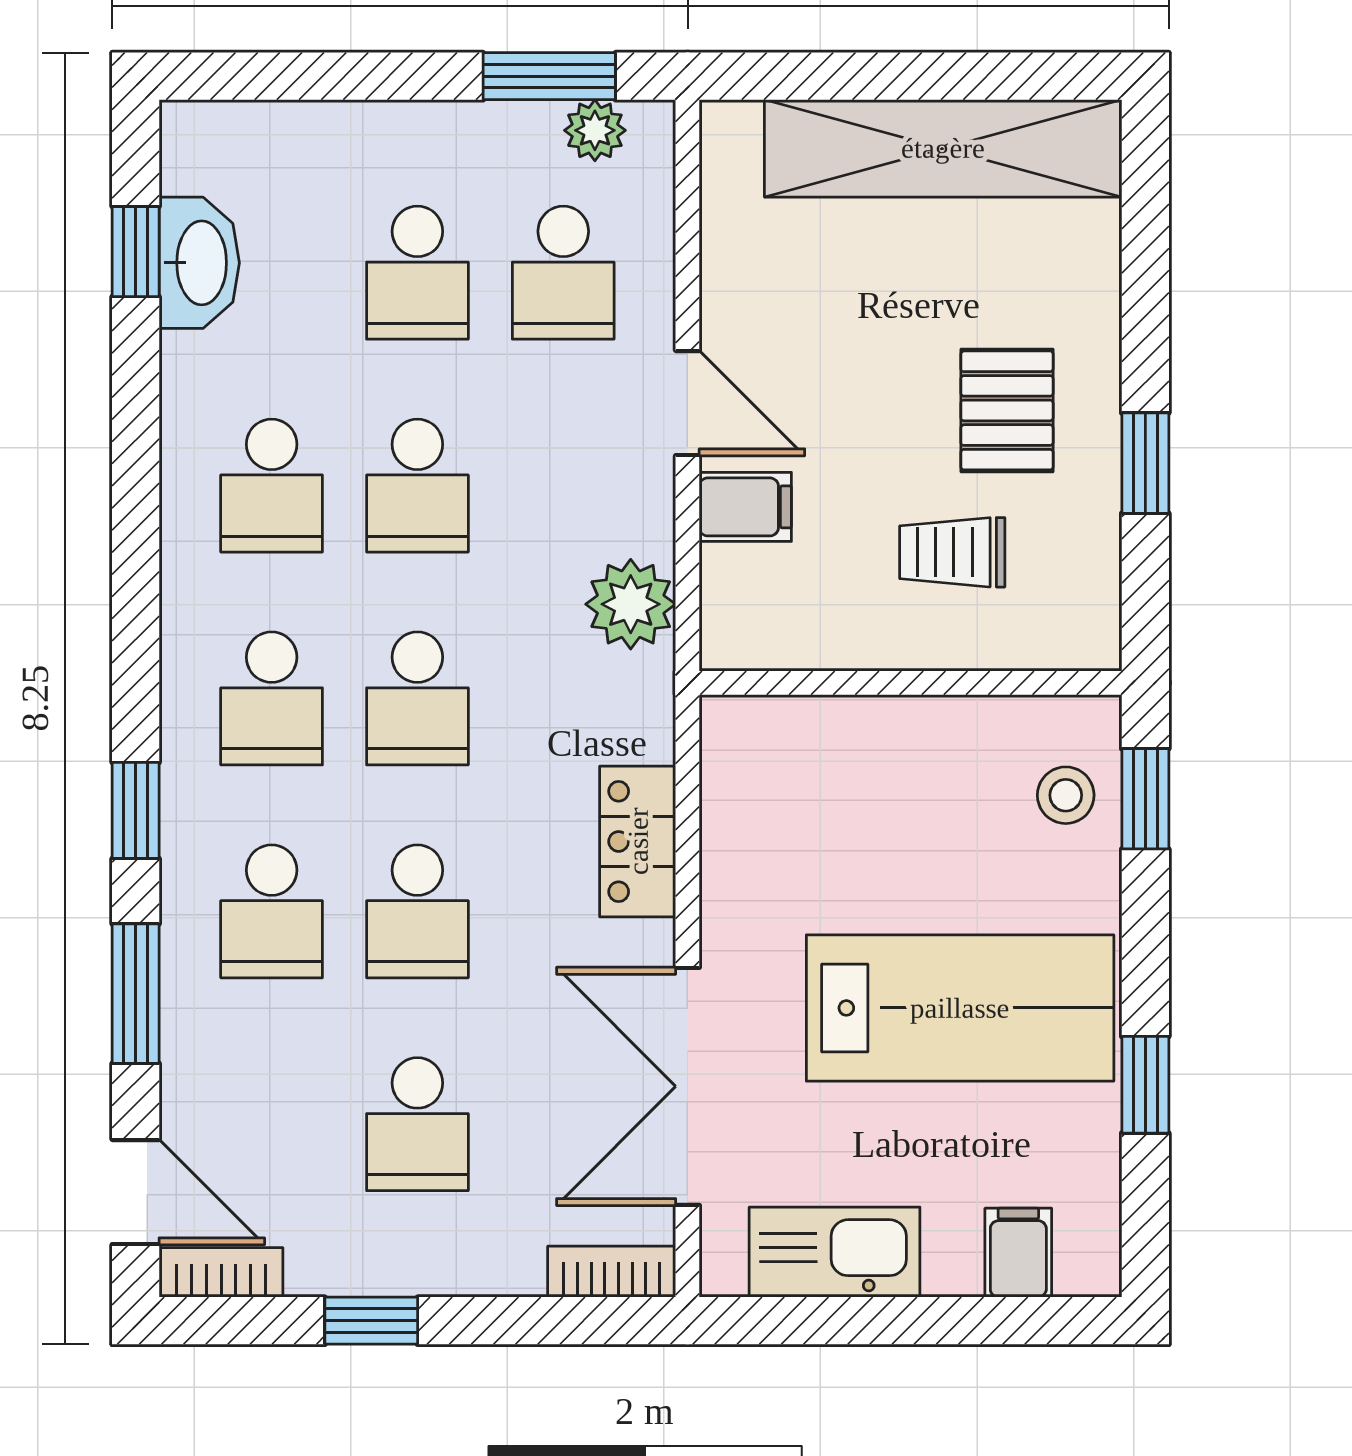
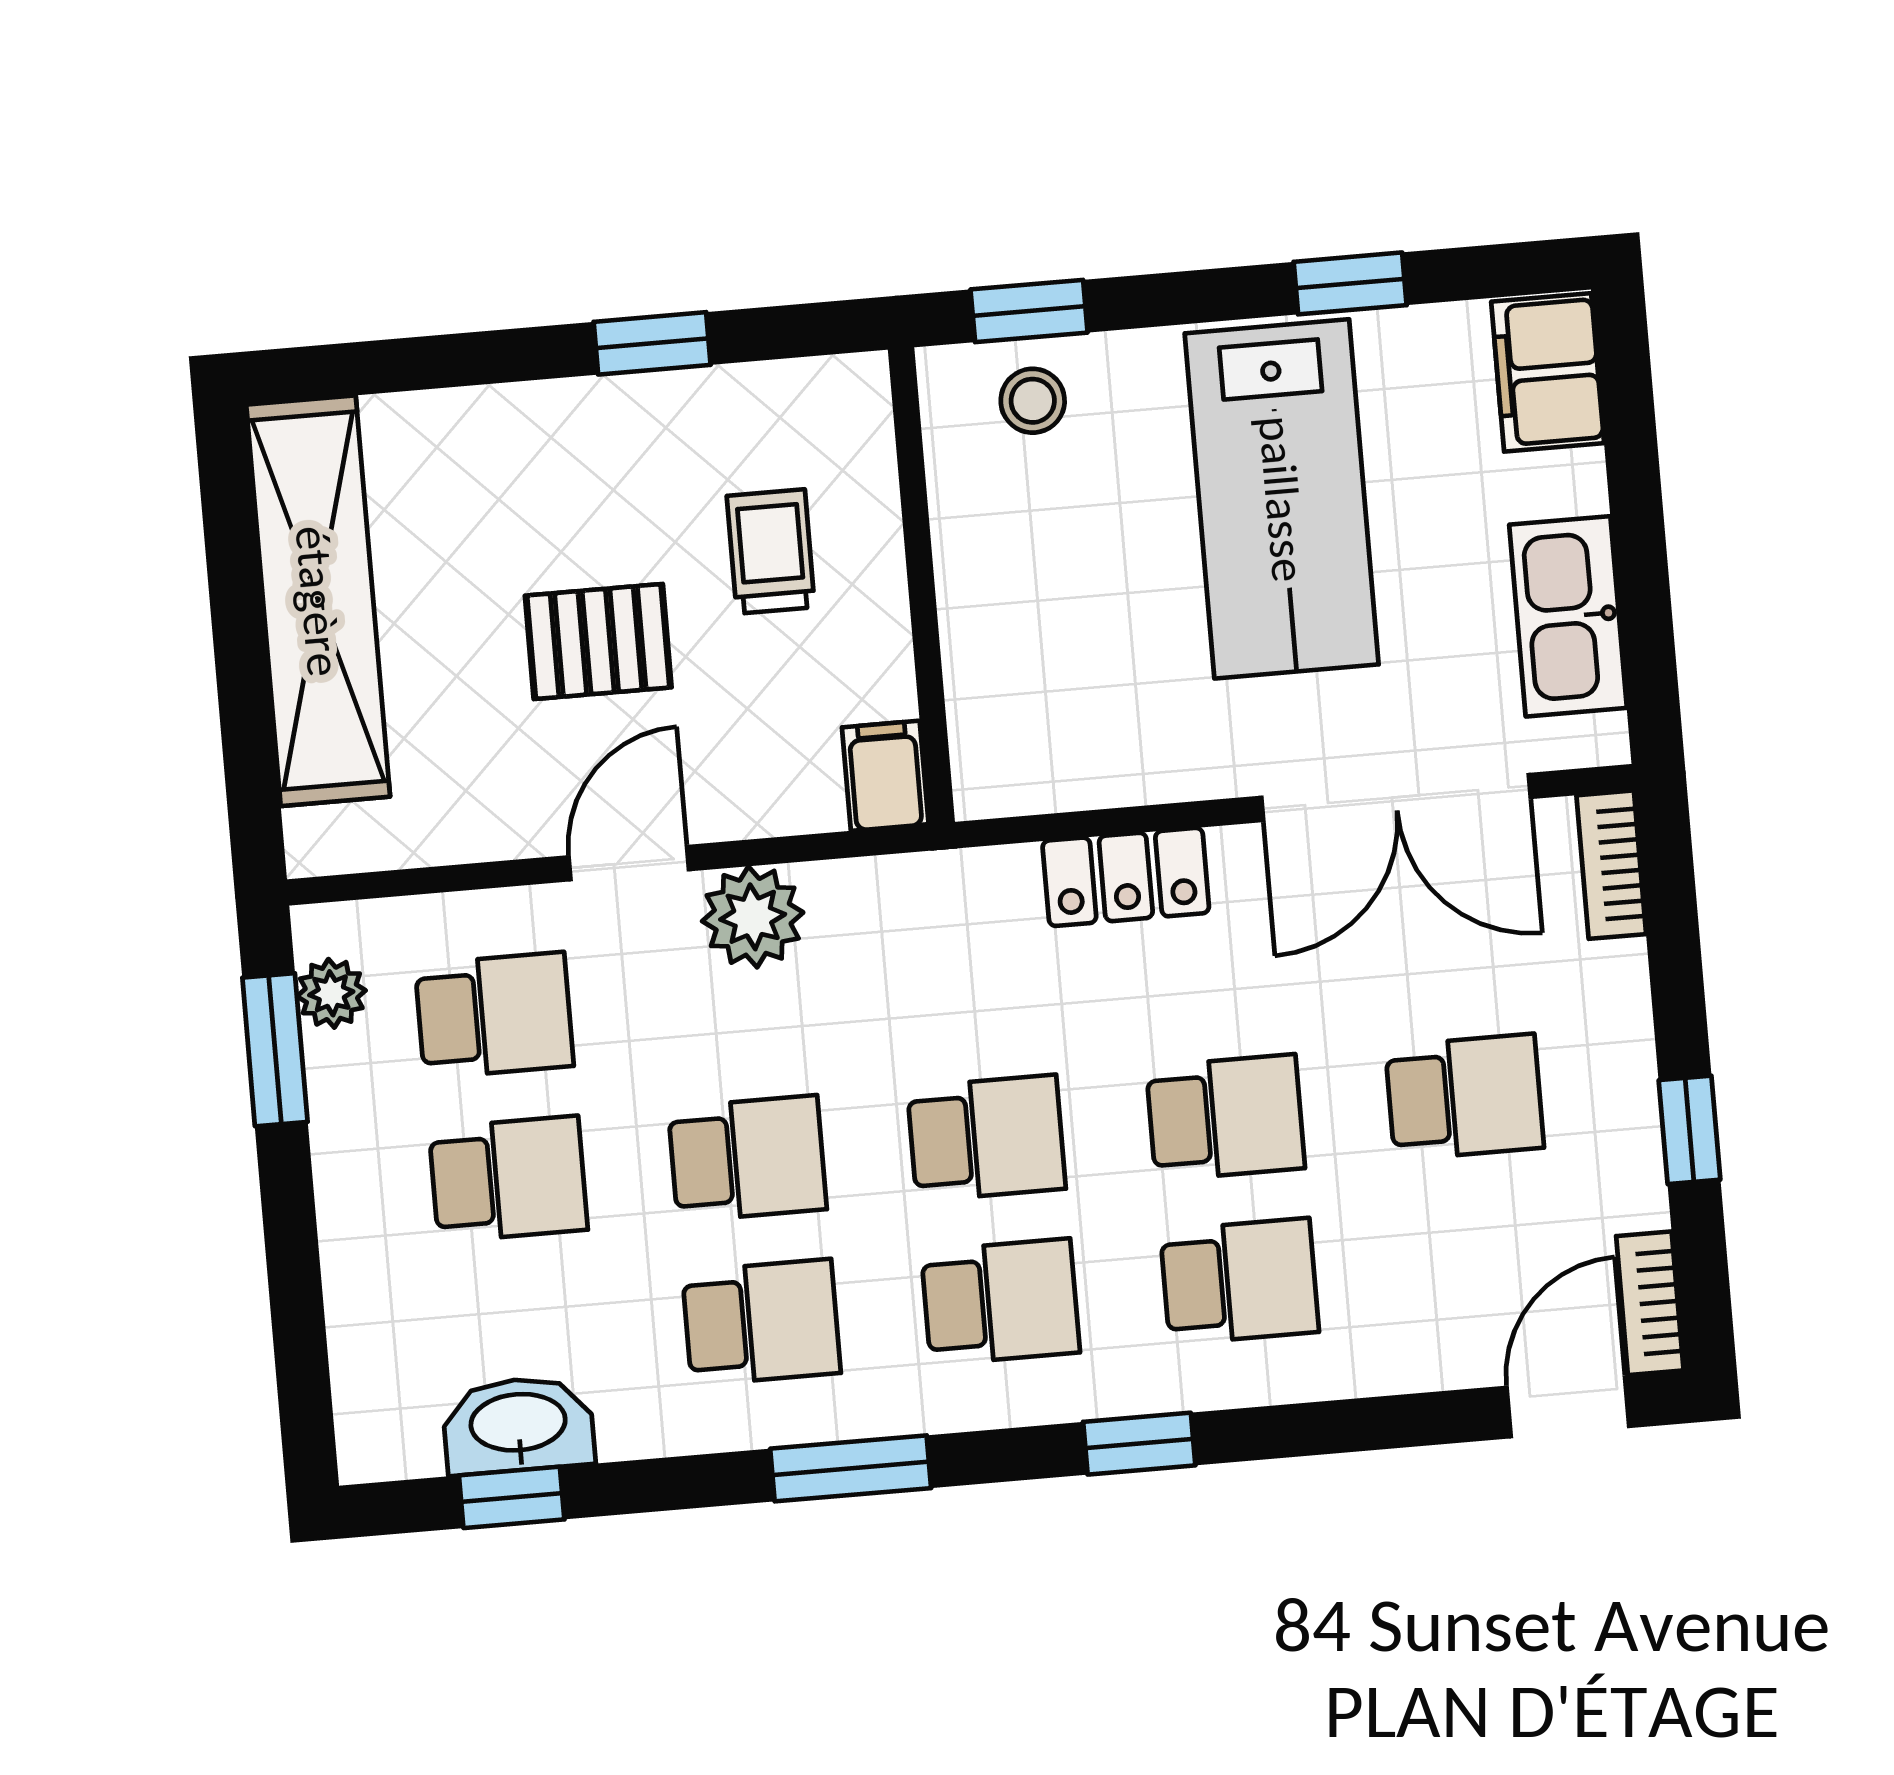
pallet: (1007, 410) -> (598, 642), moved
filing cabinet: (745, 507) -> (885, 776), moved
trolley: (952, 552) -> (771, 552), turned 180
plant: (631, 604) -> (753, 917), moved
window: (136, 994) -> (851, 1468), moved
lab bench: (960, 1008) -> (1282, 499), turned 180
filing cabinet: (1018, 1253) -> (1548, 372), width x2.00

